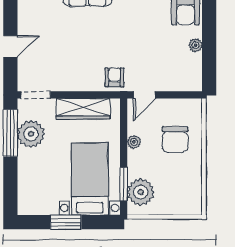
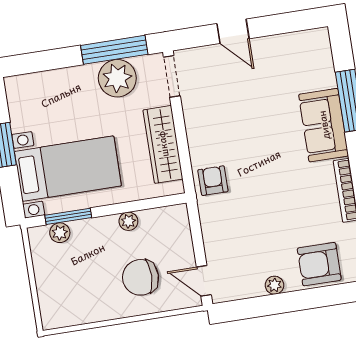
armchair: (114, 77) -> (213, 181), turned -90
door: (144, 95) -> (204, 281), moved
plant: (141, 192) -> (60, 233), width x0.53, depth x0.53

